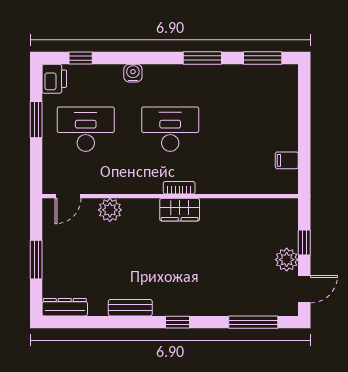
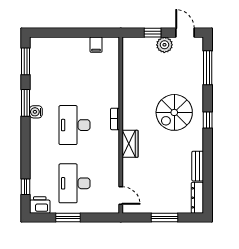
water cooler: (133, 73) -> (36, 112), moved
plant: (110, 210) -> (130, 167), removed
wardrobe: (180, 210) -> (130, 144), moved
spiral stairs: (188, 274) -> (174, 112), added
bench: (130, 308) -> (198, 166), moved

